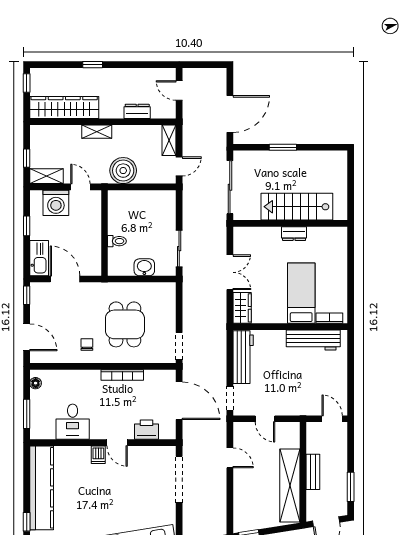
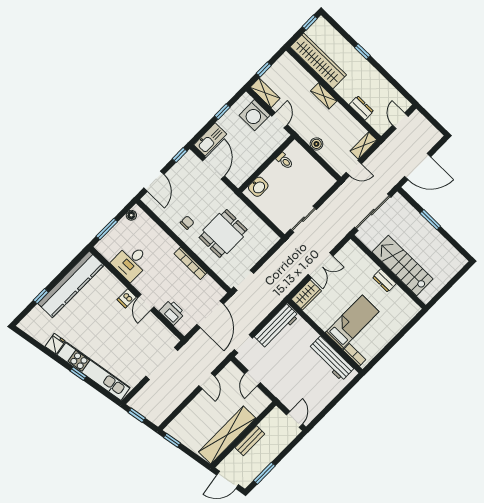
boiler: (123, 171) -> (316, 144), width x0.54, depth x0.54
toilet: (117, 241) -> (285, 161), moved
washbasin: (144, 267) -> (258, 187), moved, turned 90

